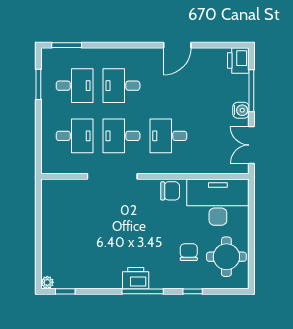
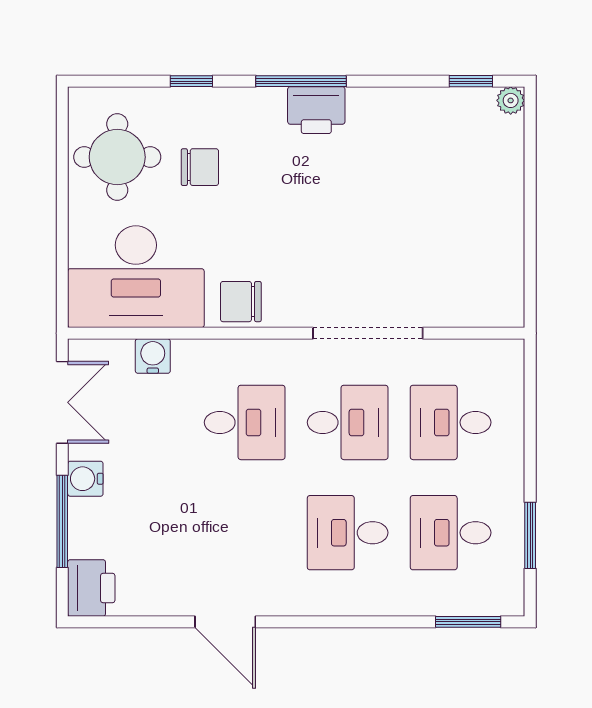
door: (177, 45) -> (225, 622), swing flipped
desk: (121, 86) -> (348, 533), turned 180
water cooler: (210, 166) -> (153, 356), added
chair: (189, 252) -> (200, 167), turned -90

